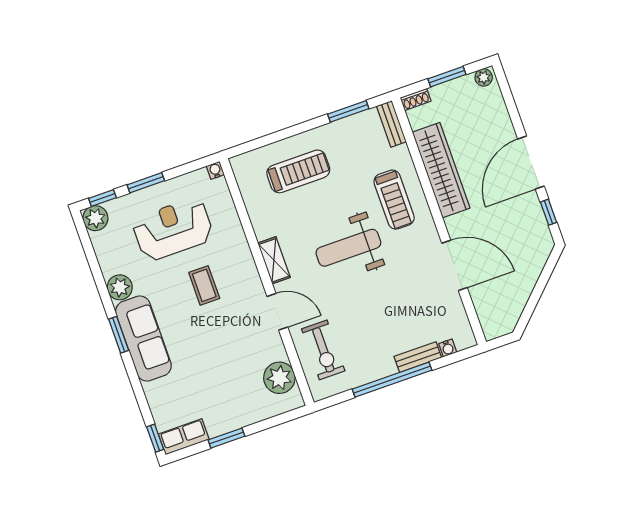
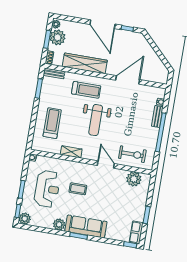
plant: (461, 94) -> (58, 37), added
reception desk: (173, 229) -> (47, 189), turned 180
shelving: (274, 260) -> (71, 152), moved
door: (277, 312) -> (106, 165), hinge flipped

